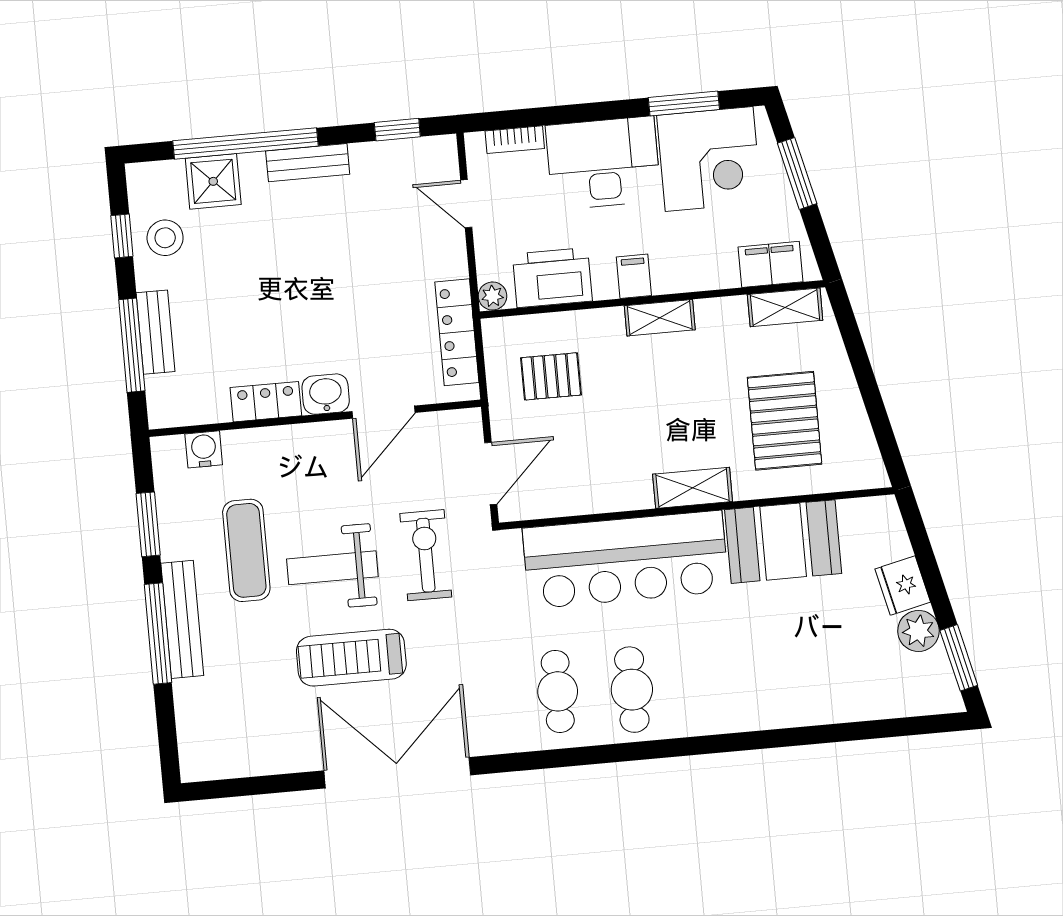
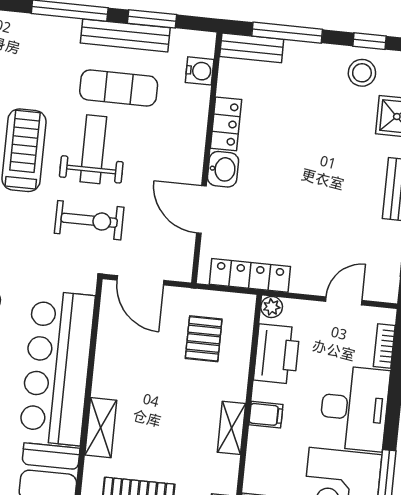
bench: (156, 332) -> (252, 48), moved
bench: (182, 619) -> (125, 35), moved

